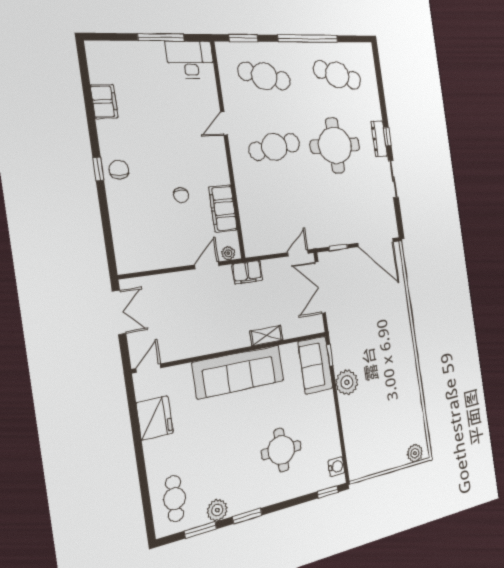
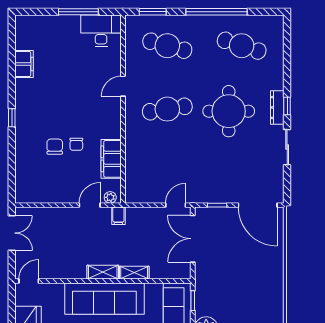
chair: (119, 170) -> (55, 147), moved
filing cabinet: (247, 272) -> (118, 216), width x0.50
shelving: (232, 341) -> (103, 272), added

